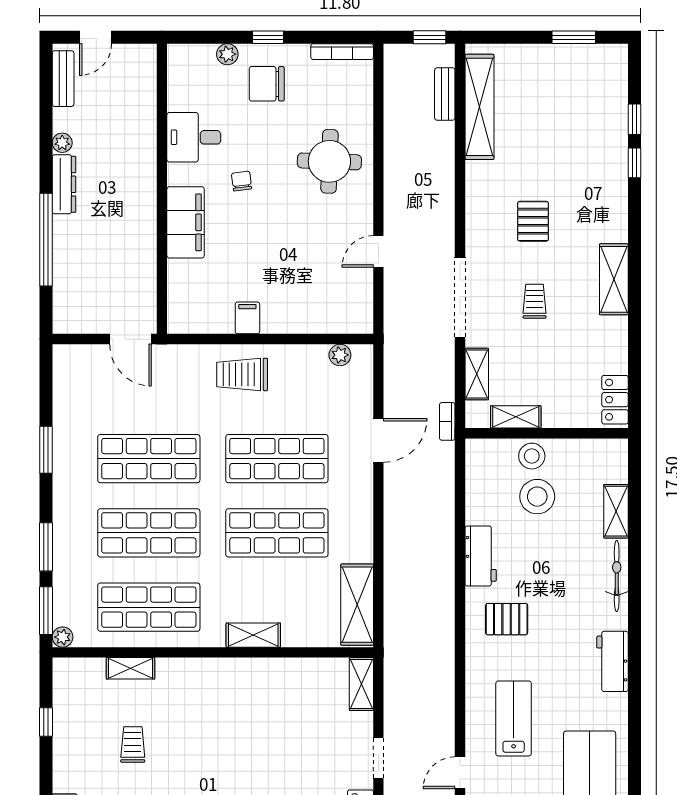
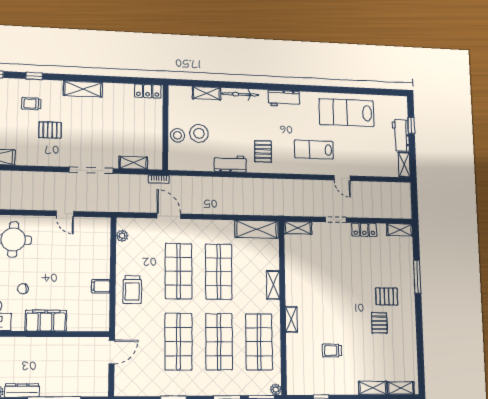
window: (634, 163) -> (34, 76), moved
trolley: (534, 301) -> (31, 104), moved
shelving: (516, 417) -> (157, 143), removed
shelving: (130, 668) -> (291, 319), moved

